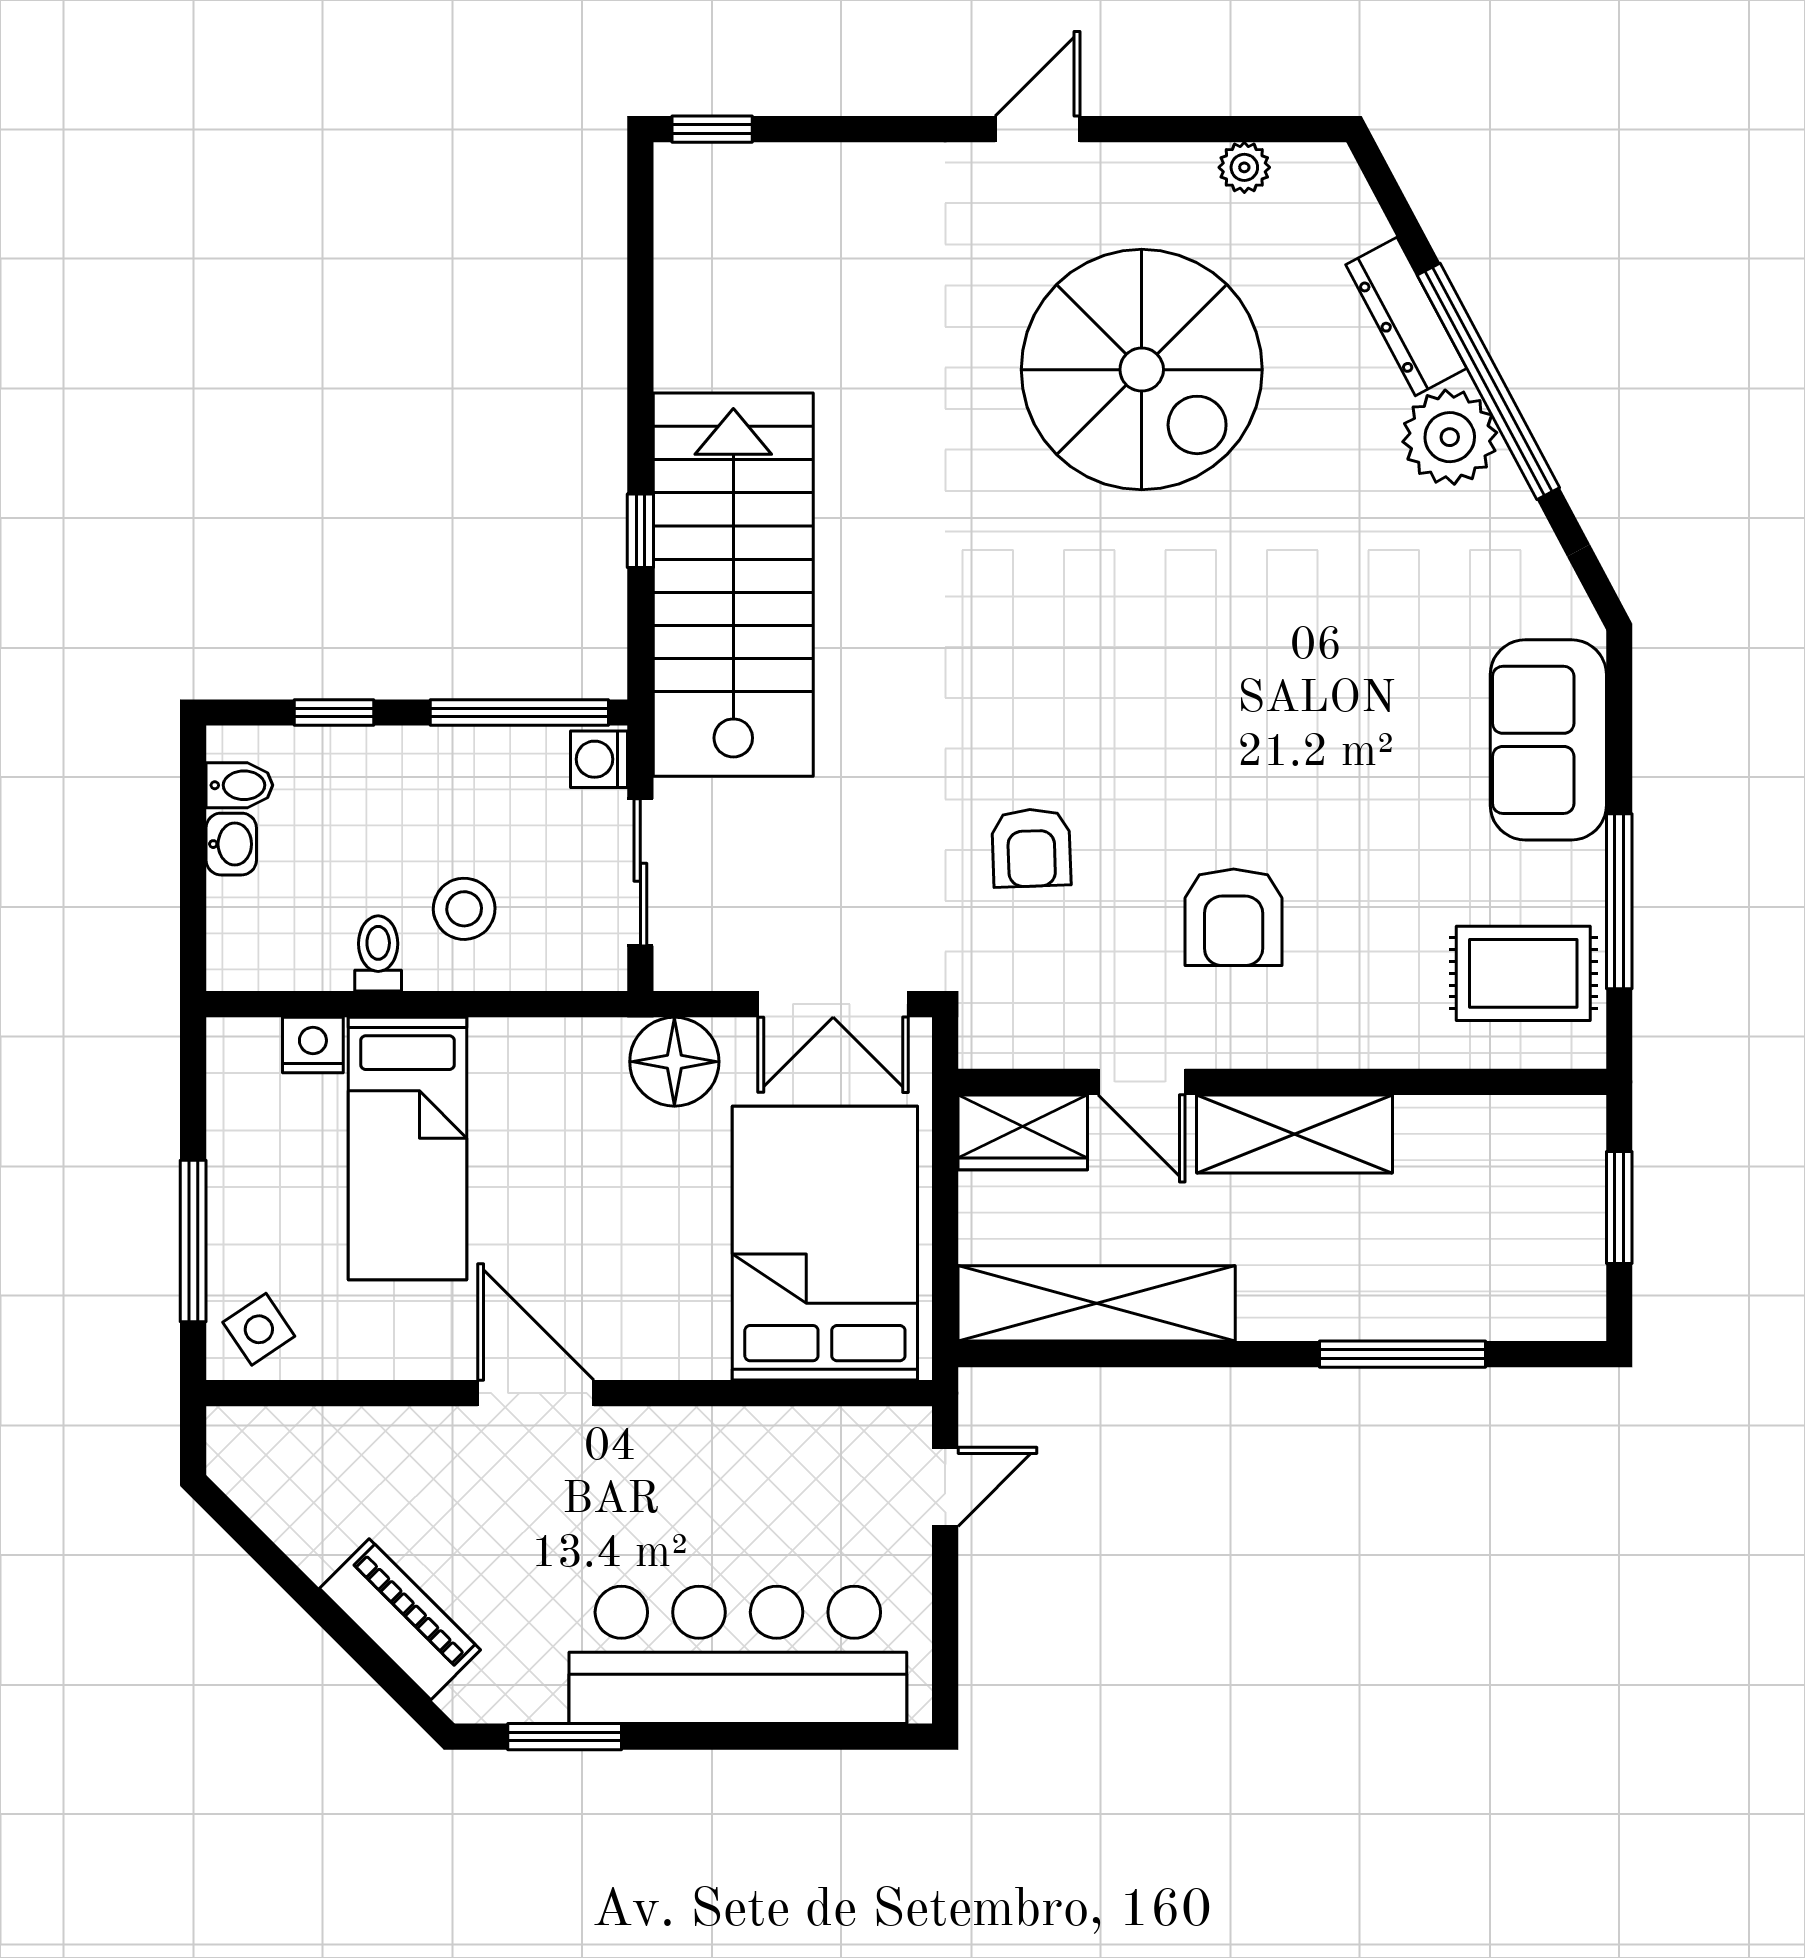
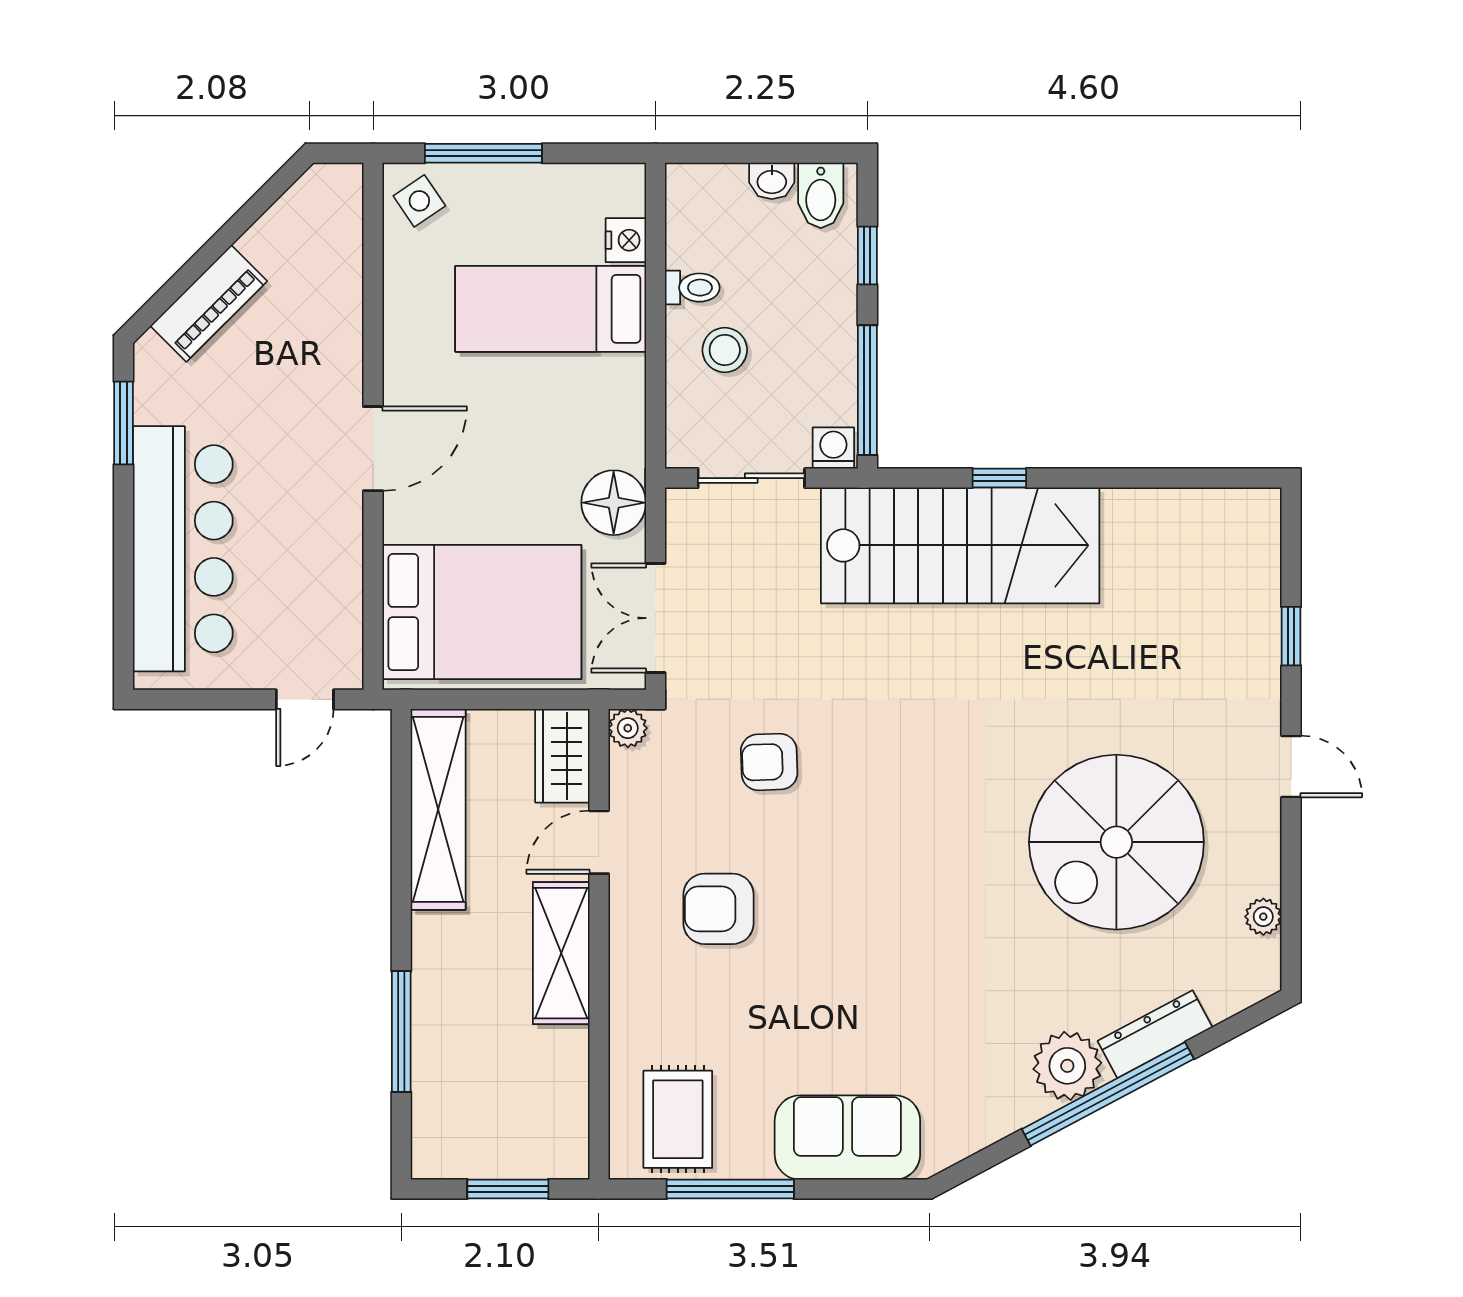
window: (712, 129) -> (1291, 636), moved
bidet: (239, 785) -> (821, 195), width x1.38, depth x1.36
plant: (985, 1042) -> (628, 728), added
door: (536, 1393) -> (373, 449), moved
door: (945, 1487) -> (305, 699), hinge flipped

